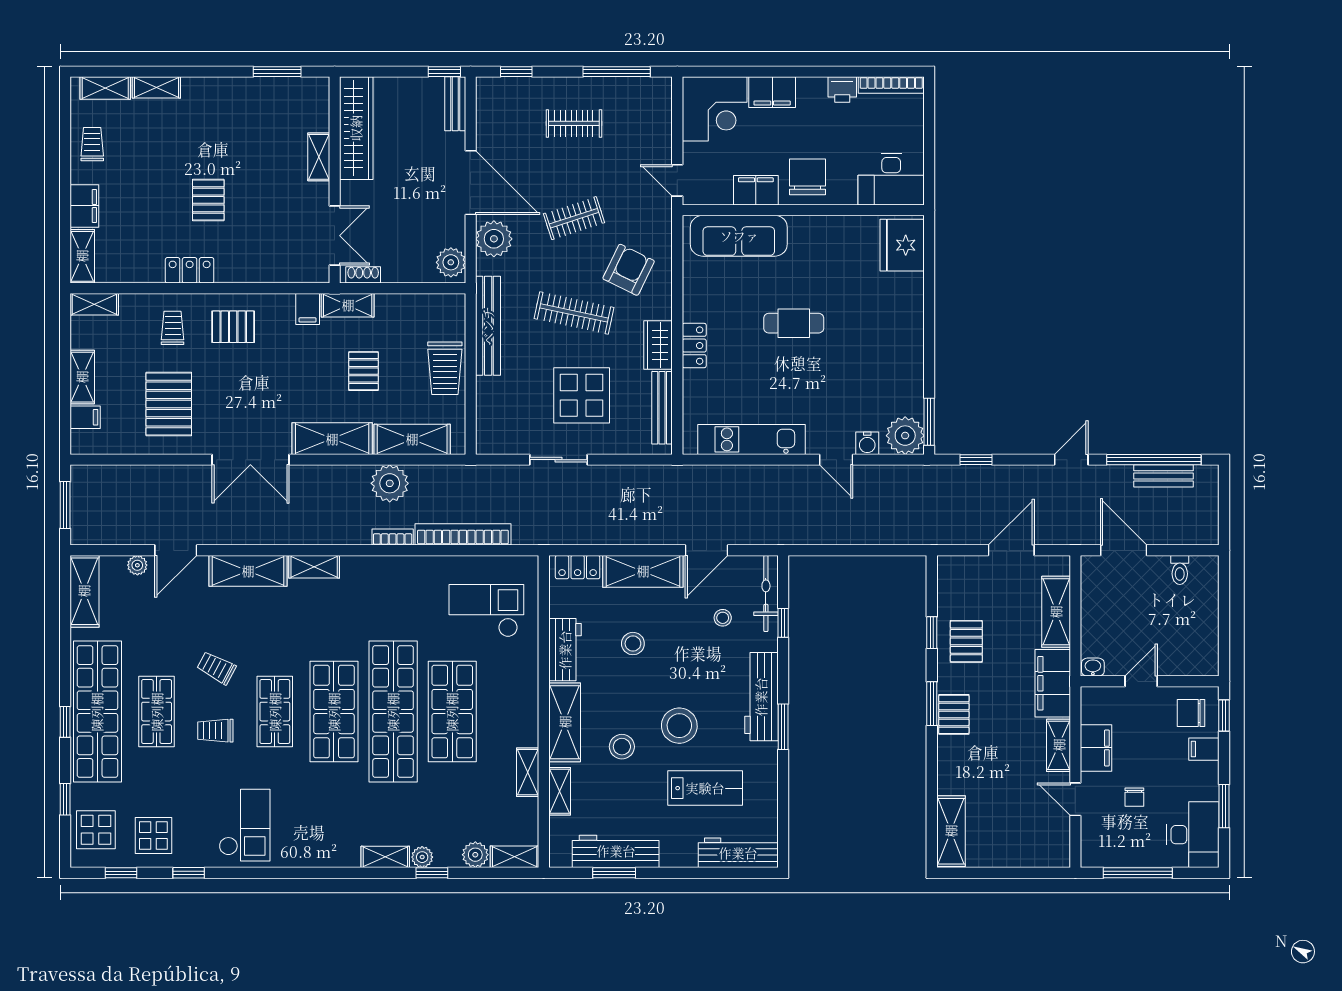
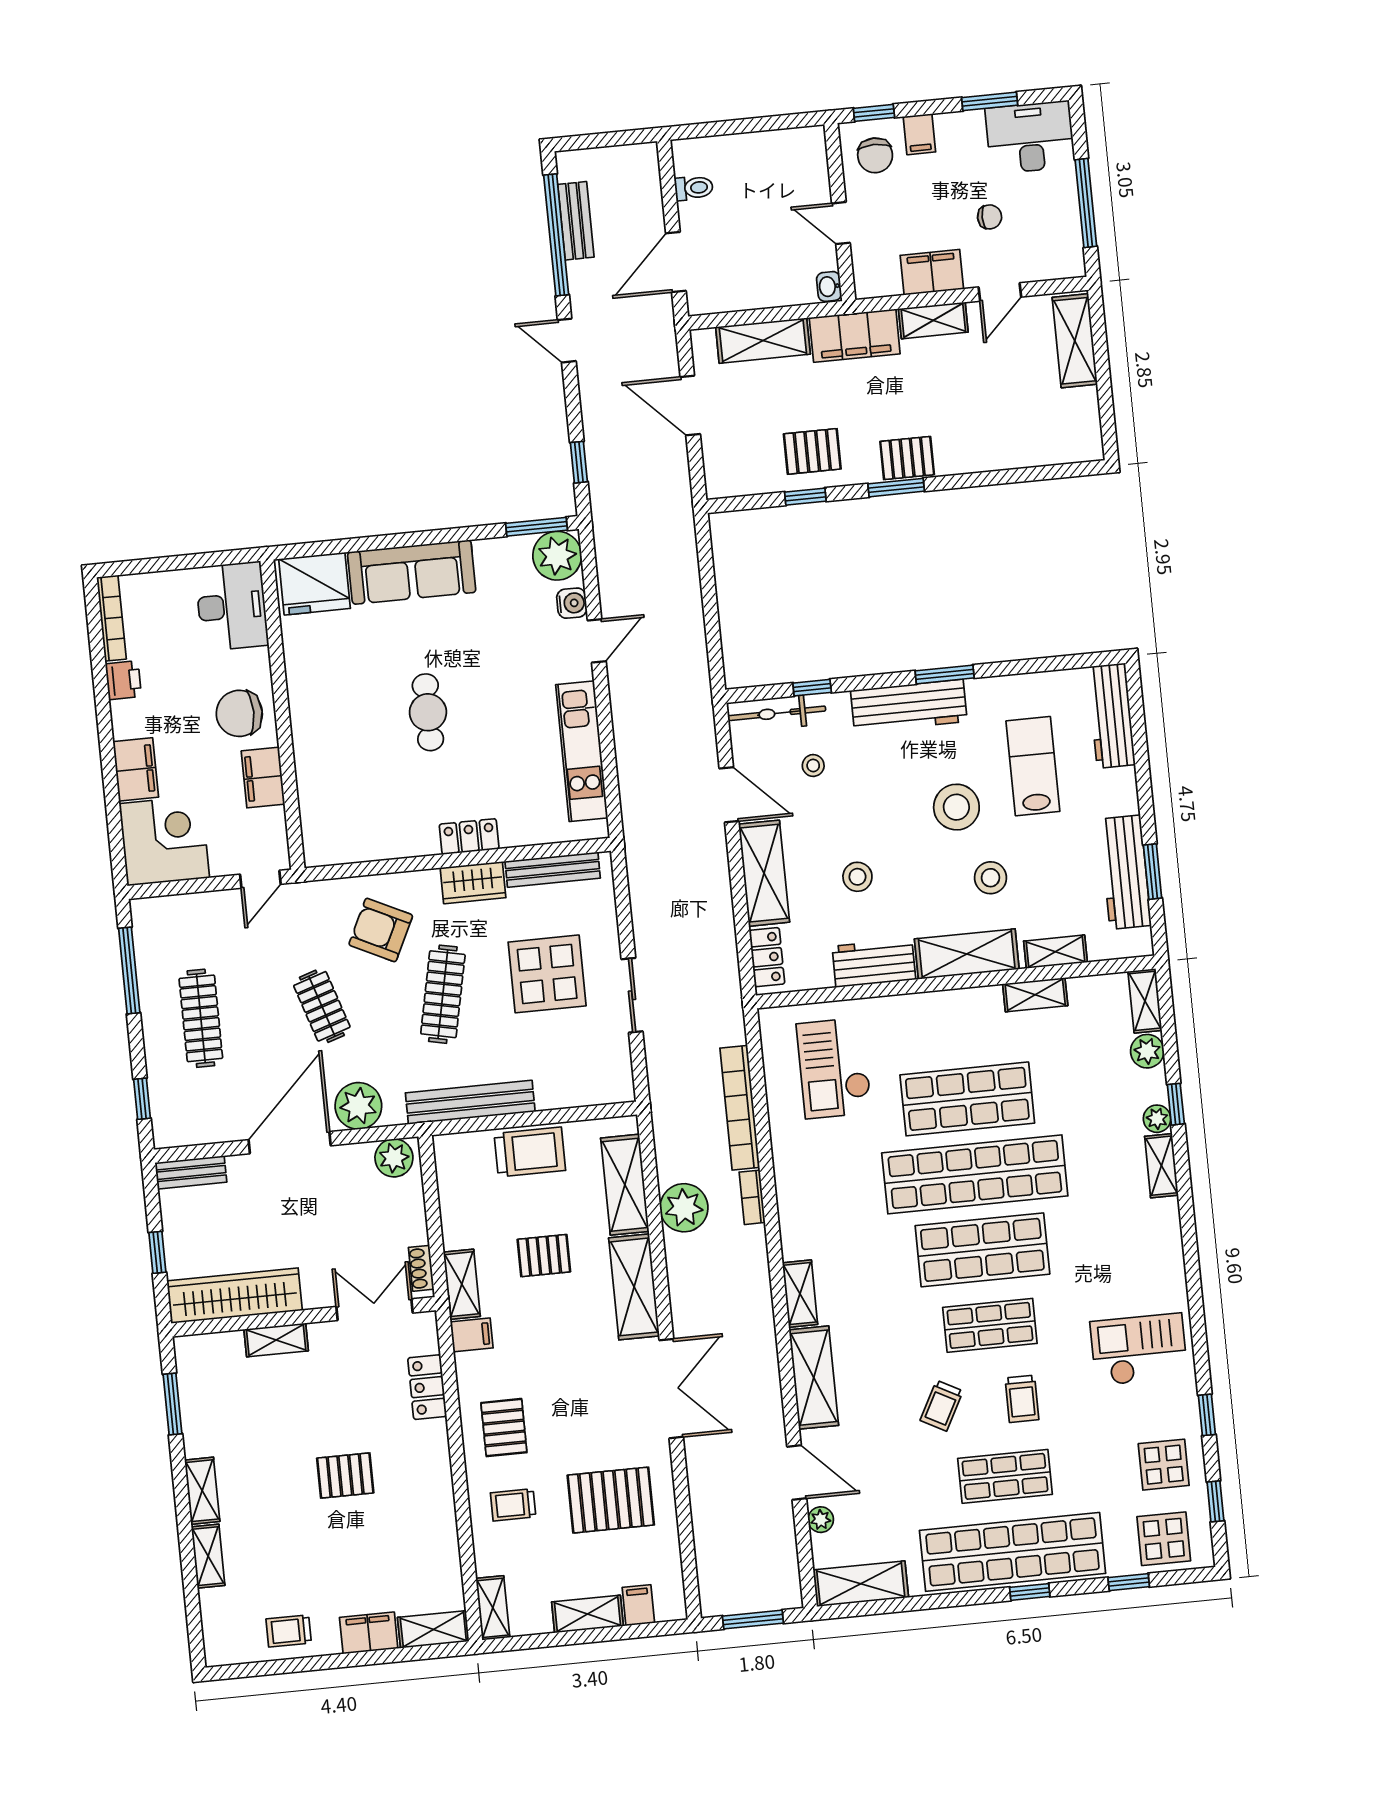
window: (444, 72) -> (157, 1252), moved
shelving: (105, 88) -> (202, 1491), moved
clothes rail: (574, 123) -> (201, 1018), width x1.36
sofa: (739, 236) -> (412, 572), moved, turned 90
locker: (190, 270) -> (427, 1387), moved
shelving: (951, 831) -> (1075, 341), moved, turned 90

